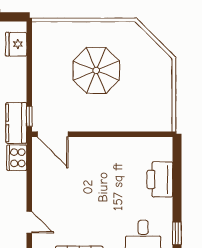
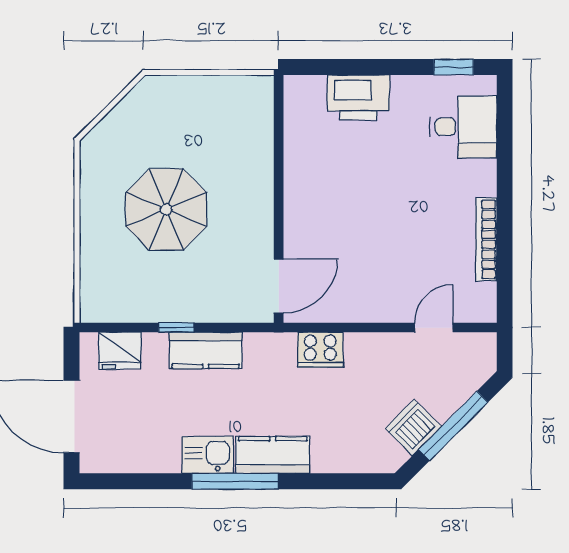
window: (29, 116) -> (176, 328), moved
kitchen counter: (16, 123) -> (206, 350), moved

